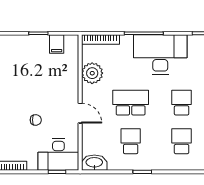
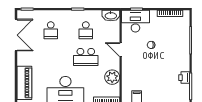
school desk: (182, 103) -> (51, 57), removed

